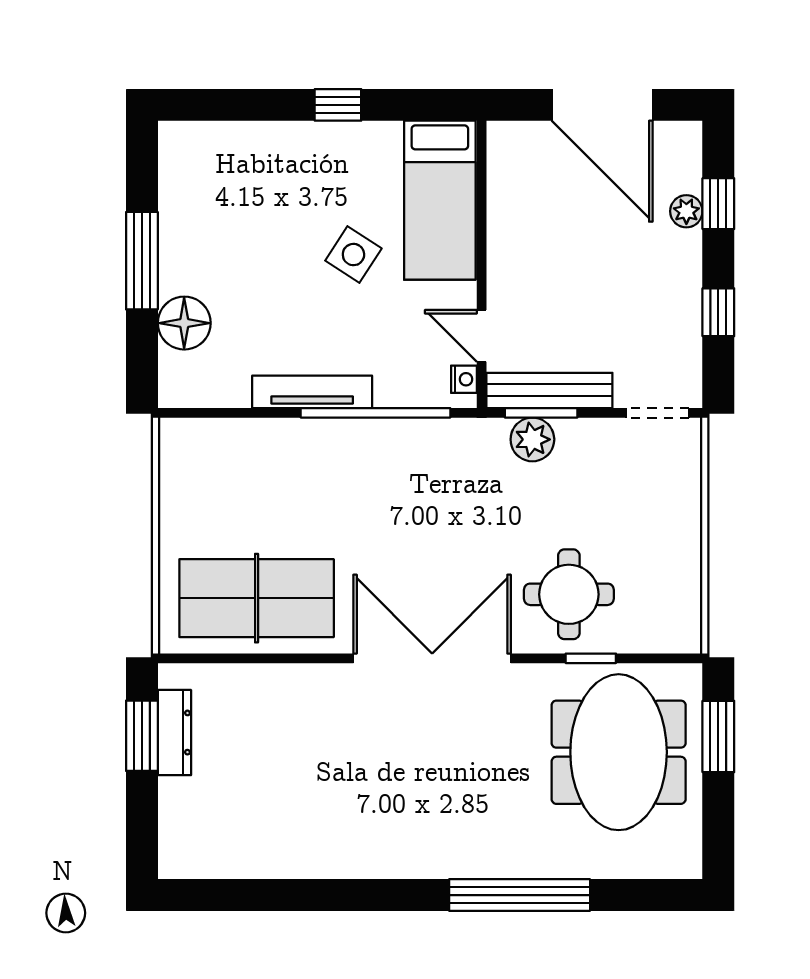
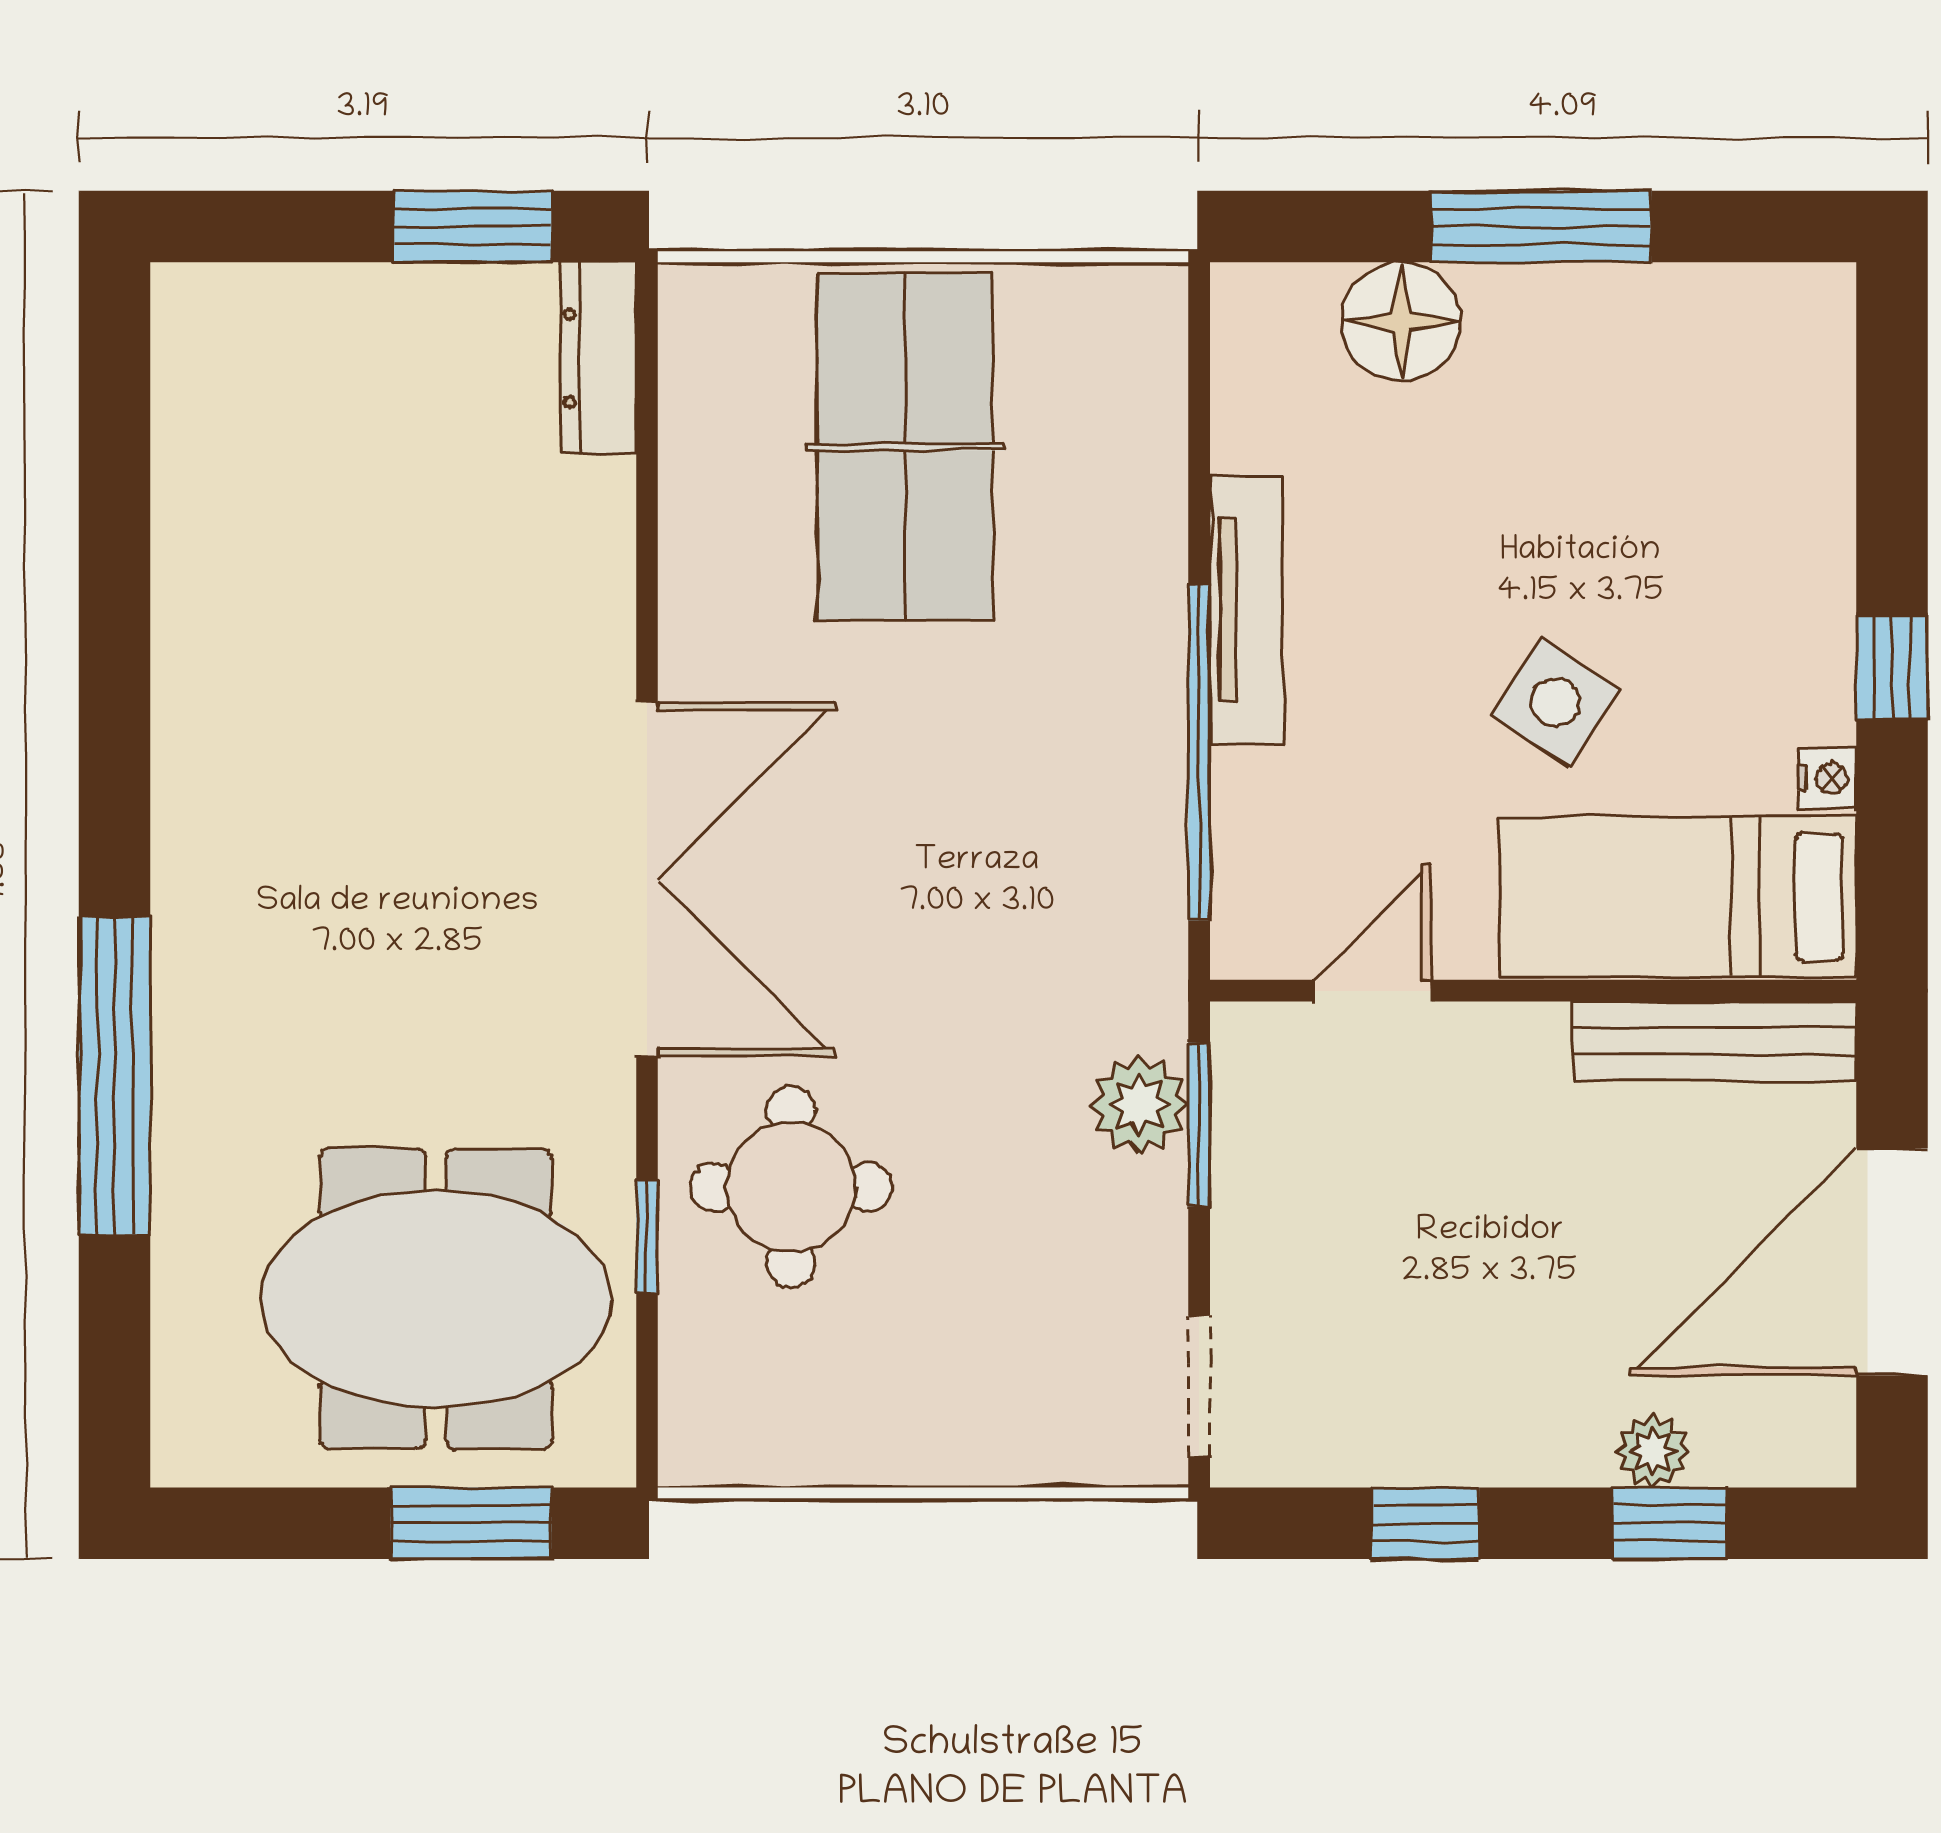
nightstand: (464, 379) -> (1827, 778), moved, turned -90
bench: (549, 390) -> (1715, 1041), moved, turned 90
table tennis table: (257, 598) -> (905, 447), moved
dresser: (174, 733) -> (599, 358), moved, turned 90

